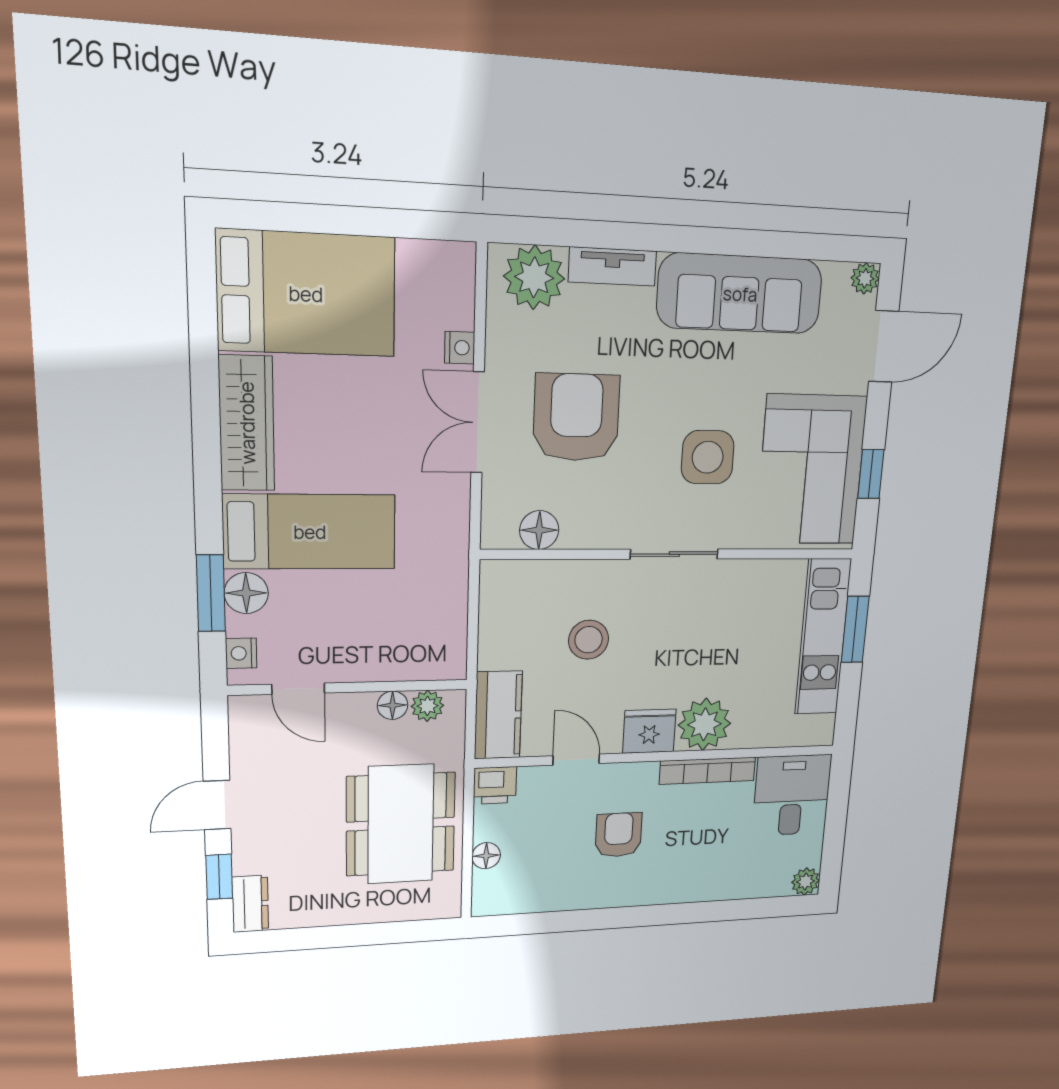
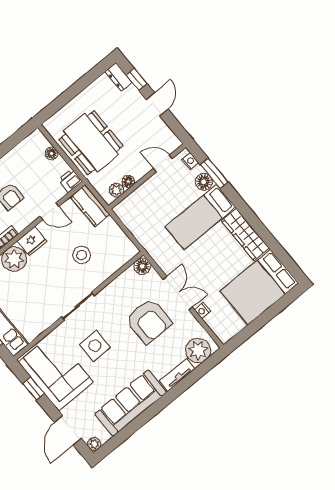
floor lamp: (539, 530) -> (142, 266), moved

